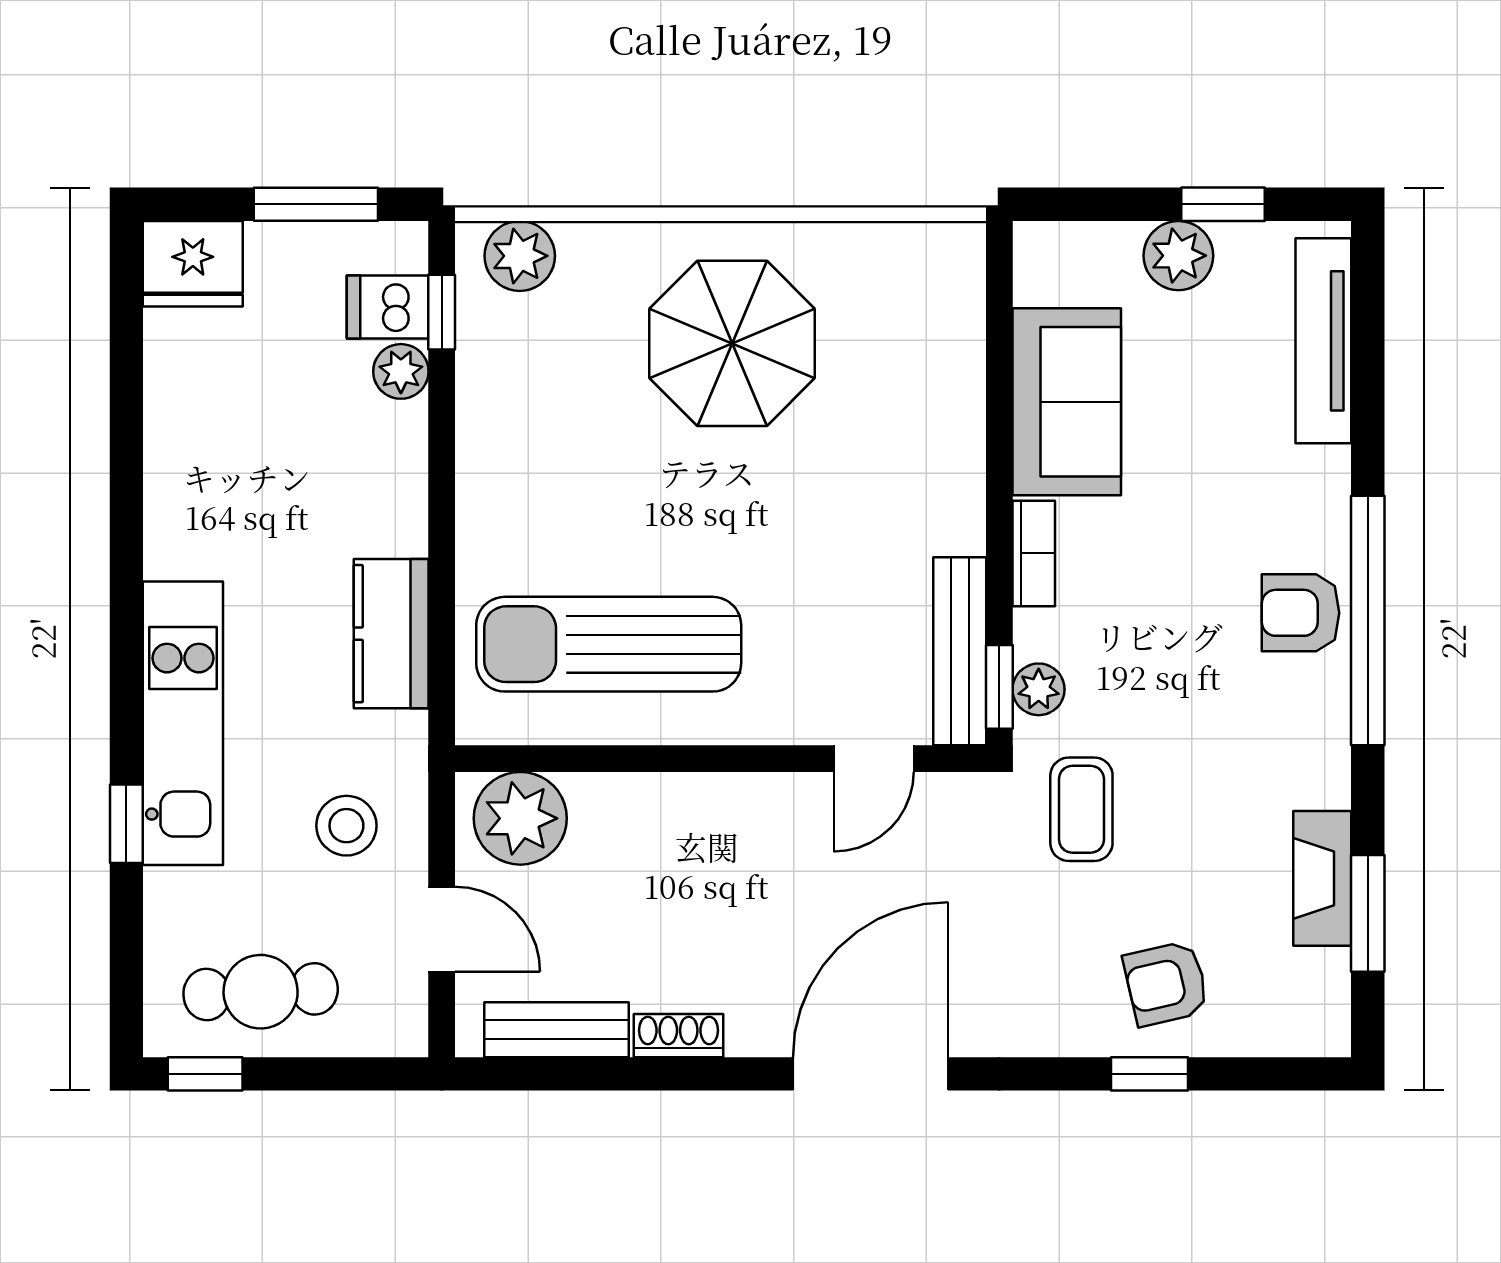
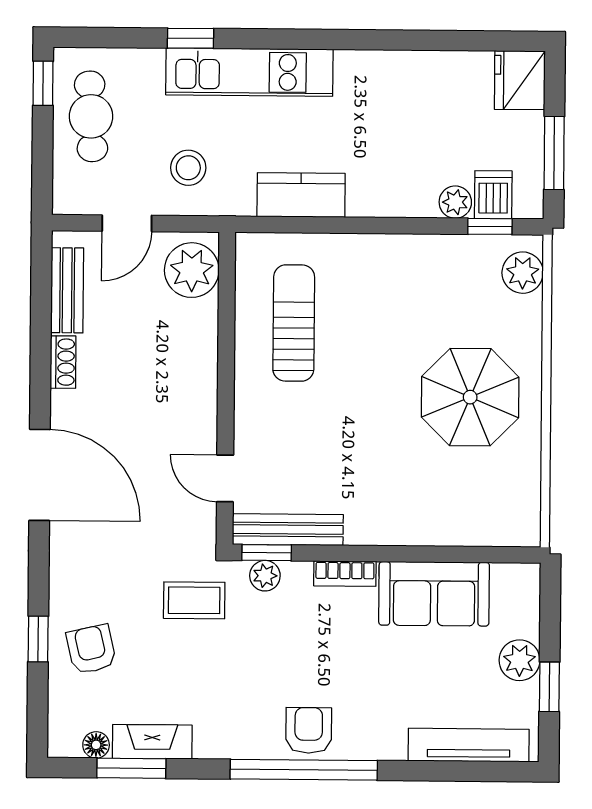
sun lounger: (609, 644) -> (294, 323), width x0.73, depth x0.75
floor lamp: (1329, 974) -> (96, 745), added

